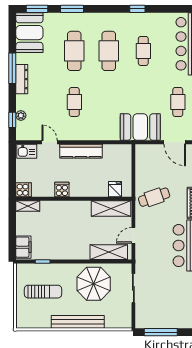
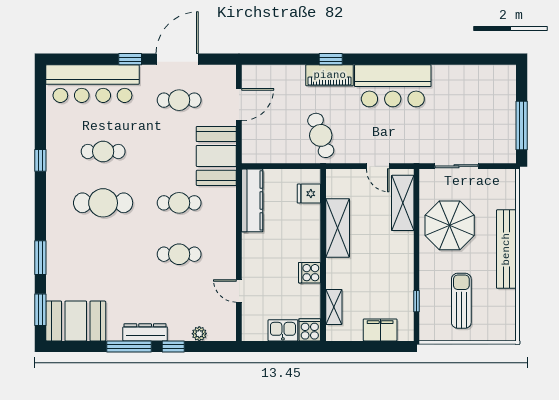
cafe table: (74, 51) -> (179, 203), moved, width x0.73, depth x0.74
window: (12, 120) -> (173, 346), moved
door: (50, 142) -> (239, 291), hinge flipped
kitchen sink: (27, 151) -> (283, 330), moved, turned -90
kitchen counter: (81, 151) -> (252, 200), moved
shelving: (28, 206) -> (334, 307), moved
shelving: (111, 208) -> (338, 228), moved
filing cabinet: (23, 247) -> (380, 330), moved

